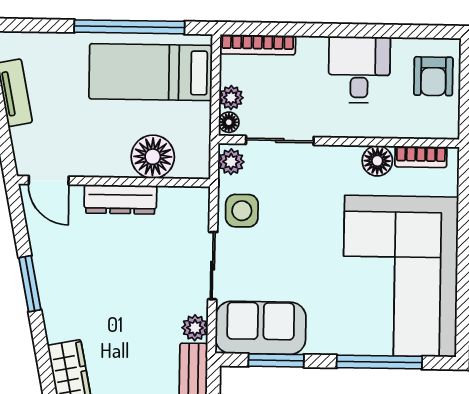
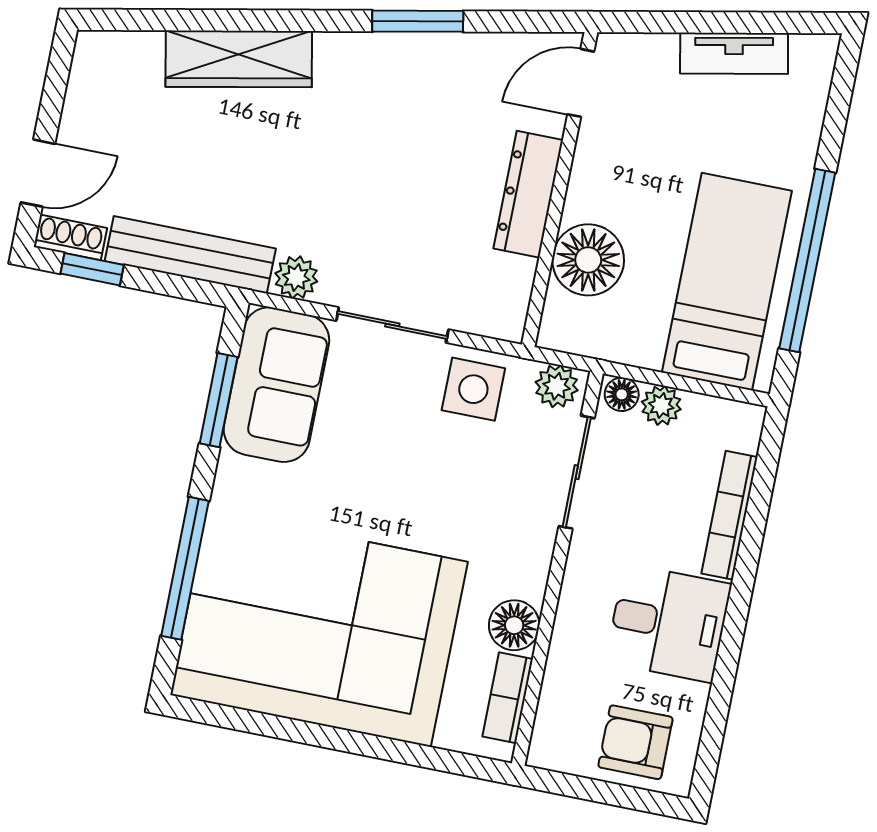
bookcase: (258, 45) -> (729, 515), moved

